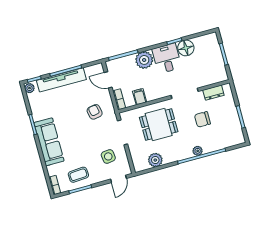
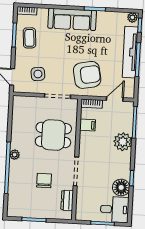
desk: (167, 58) -> (115, 209), moved
armchair: (95, 112) -> (87, 75), width x1.88, depth x1.88
dining table: (159, 124) -> (53, 135), turned 90
plant: (198, 151) -> (15, 155), moved
plant: (155, 160) -> (19, 120), removed

